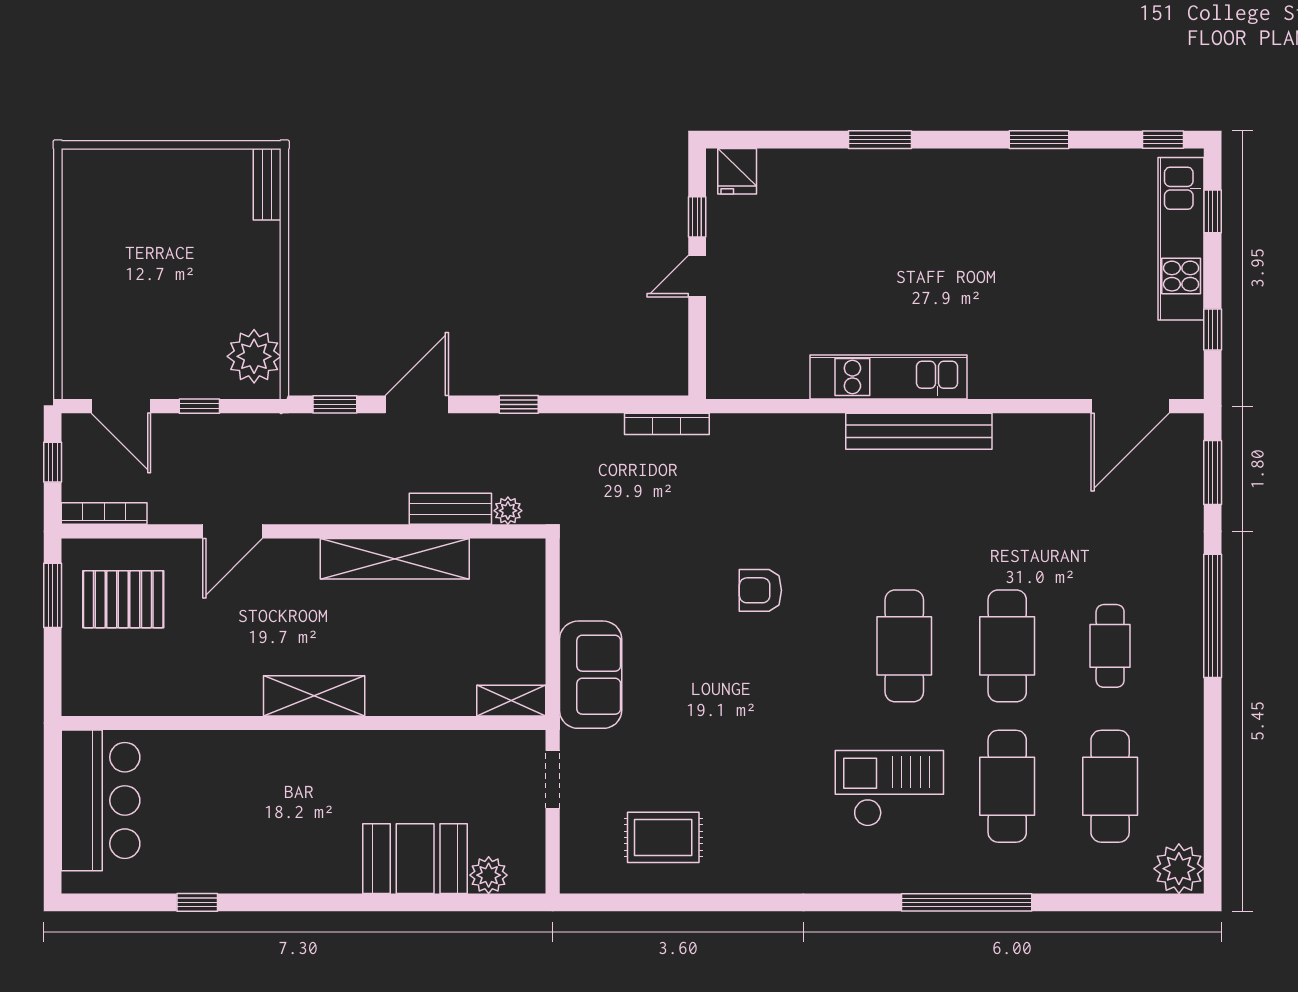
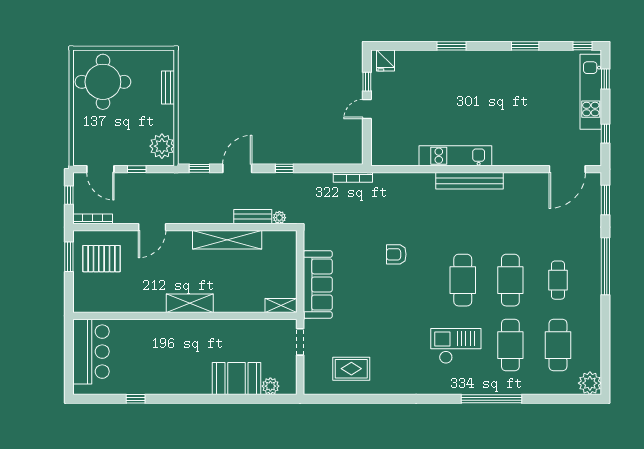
bench: (267, 184) -> (168, 88), moved
round table: (126, 217) -> (103, 82), added
sofa: (591, 675) -> (318, 284), width x1.36

